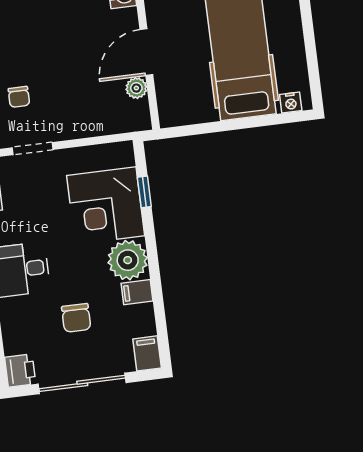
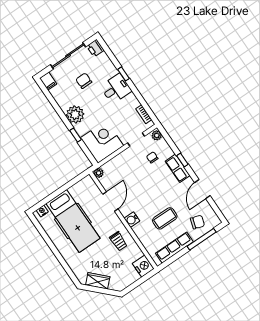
plant: (136, 88) -> (99, 173), moved
window: (144, 192) -> (76, 135), moved
corner desk: (106, 206) -> (102, 142), moved
filing cabinet: (137, 292) -> (65, 104), removed

